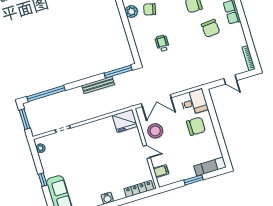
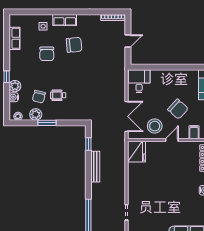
window: (126, 25) -> (47, 123), added
wheelchair: (162, 43) -> (58, 95), moved
window: (118, 72) -> (88, 144), width x0.46
chair: (196, 126) -> (178, 109), moved, turned 132

